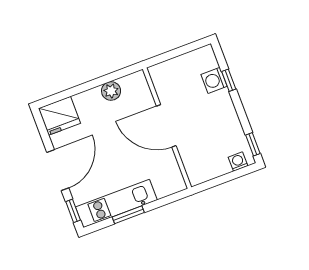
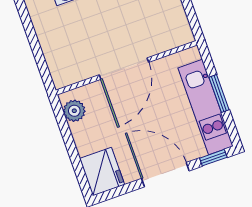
door: (166, 126) -> (124, 69), moved
wall: (167, 128) -> (126, 68), moved

